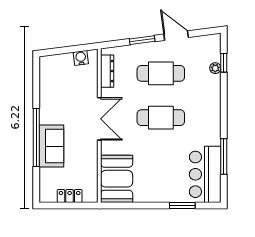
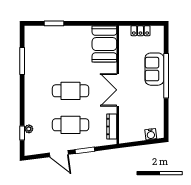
water cooler: (81, 58) -> (151, 134), moved
bar counter: (205, 174) -> (37, 47), removed

